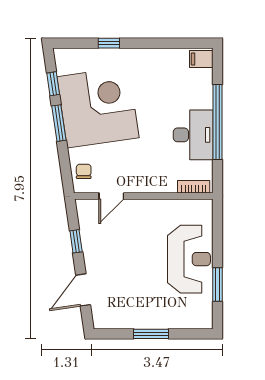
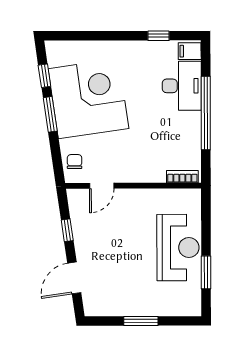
window: (109, 43) -> (158, 36), moved
desk: (193, 135) -> (182, 86), moved

